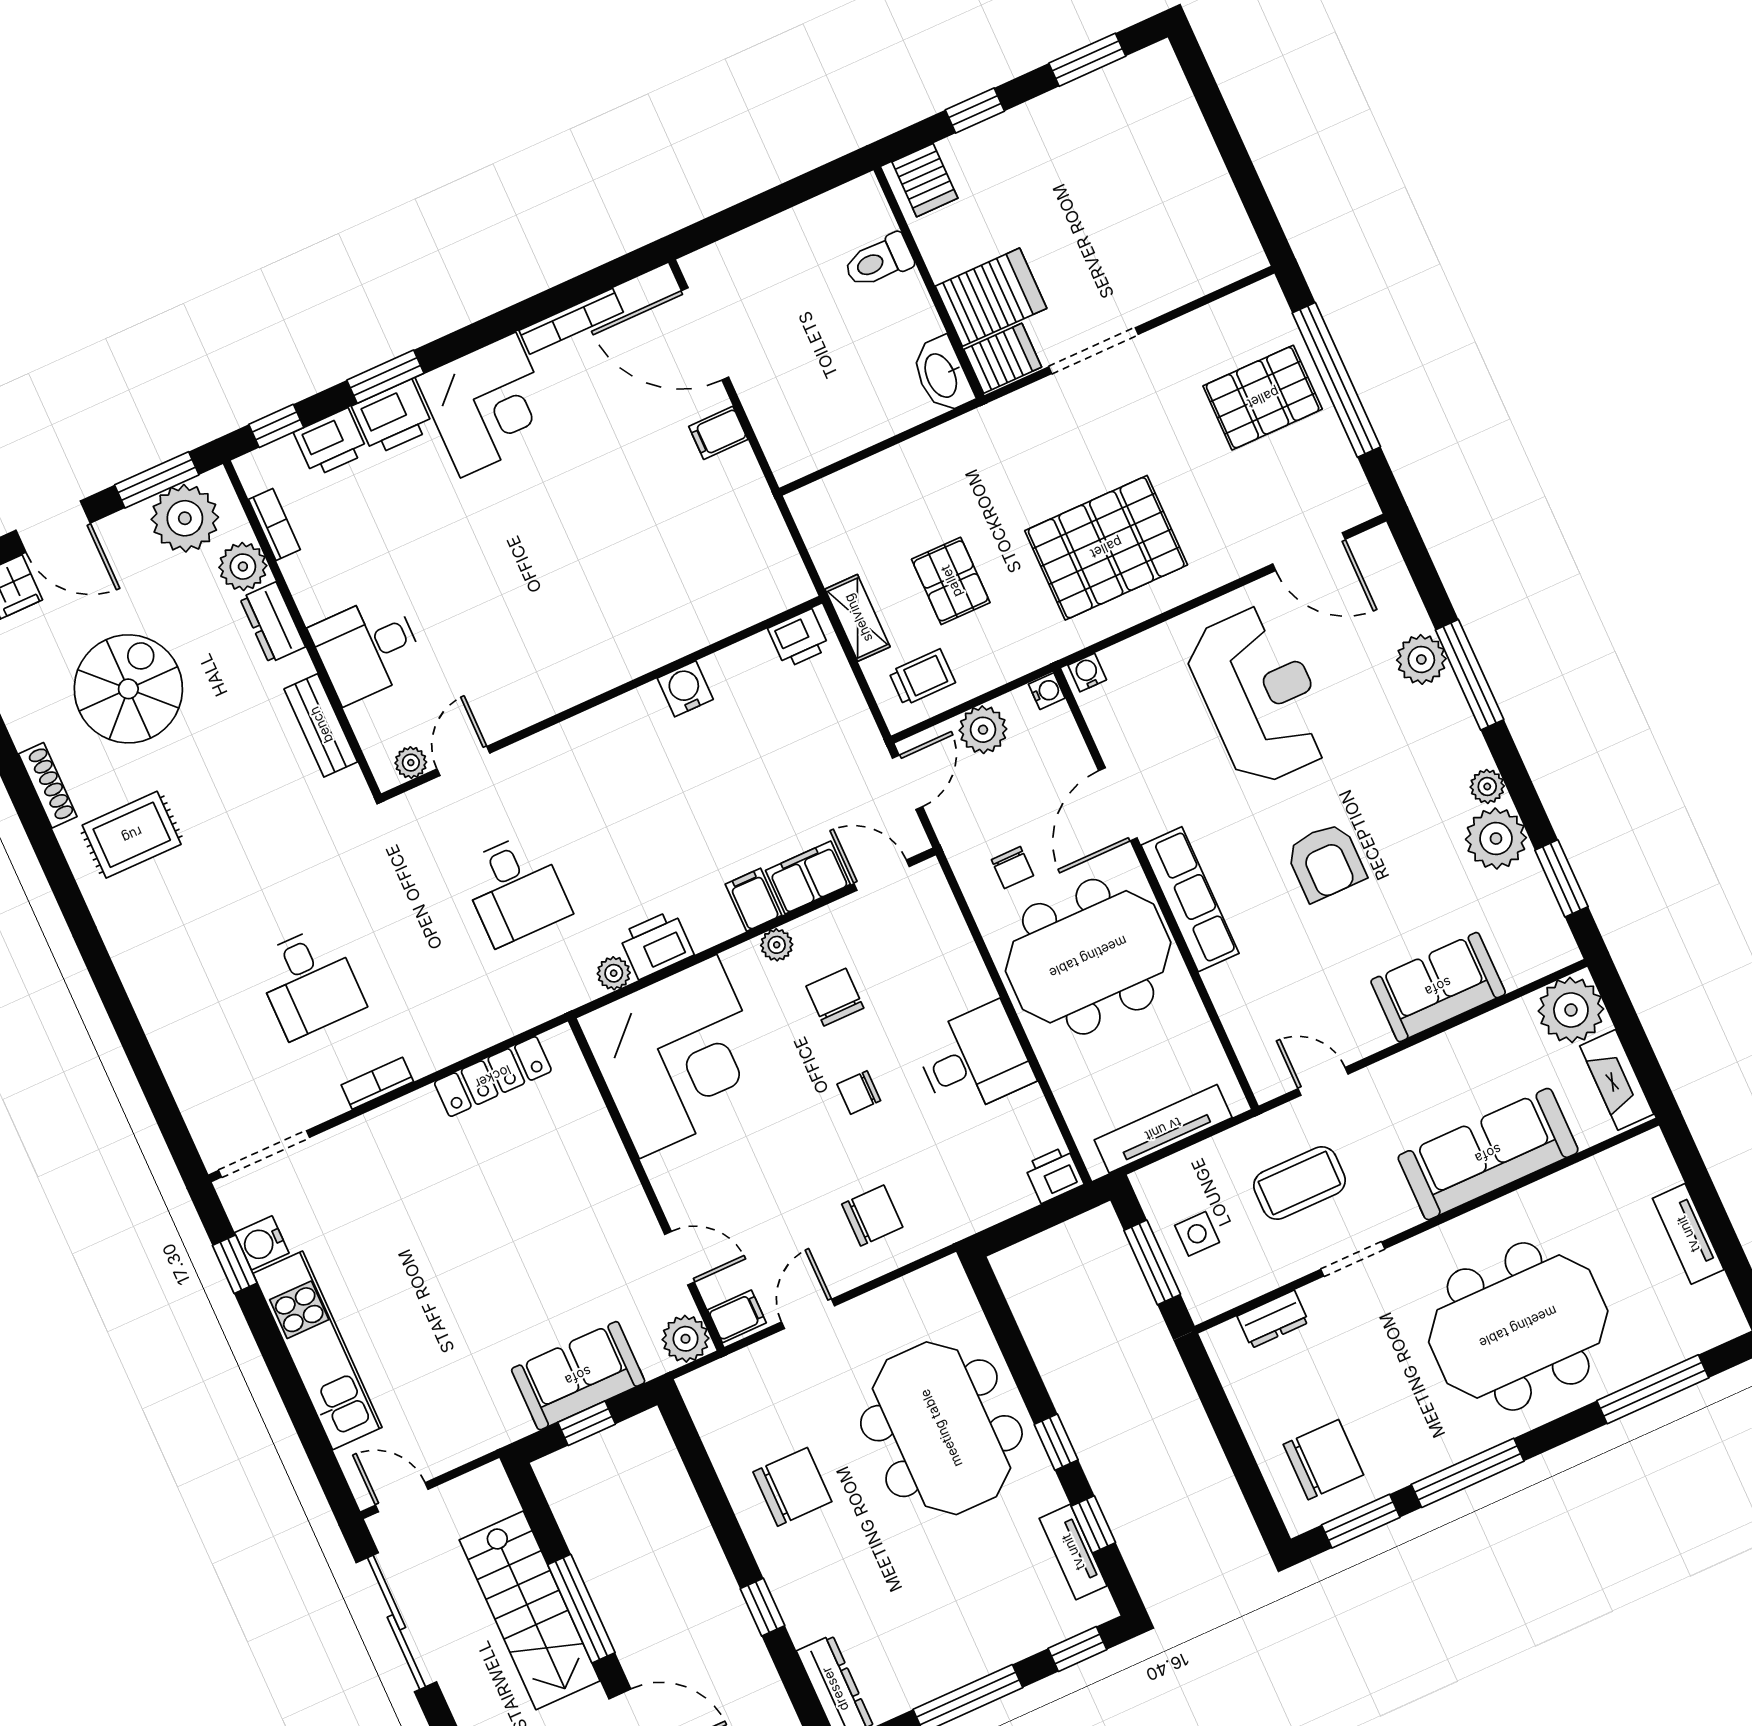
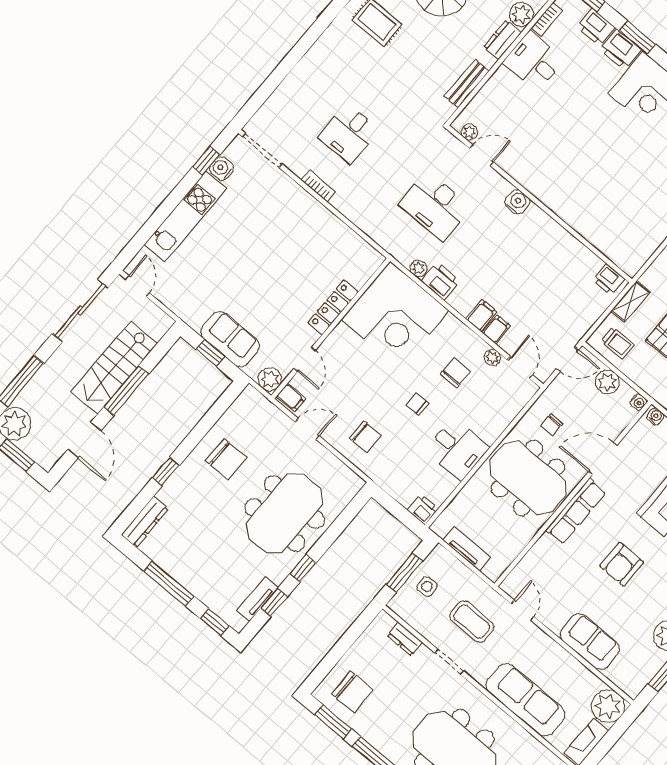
desk: (367, 648) -> (534, 61), moved
water cooler: (685, 689) -> (517, 202), moved
filing cabinet: (808, 877) -> (496, 329), width x0.50
desk: (515, 889) -> (435, 206), width x1.37
plant: (777, 945) -> (492, 358), moved
locker: (493, 1077) -> (333, 307), moved, turned 90
tv unit: (1163, 1129) -> (467, 549), width x0.71

